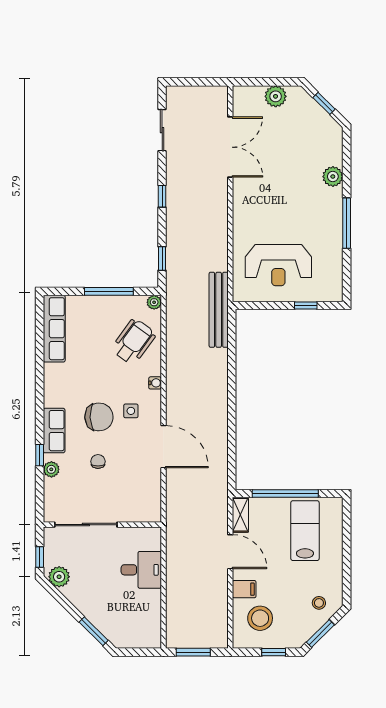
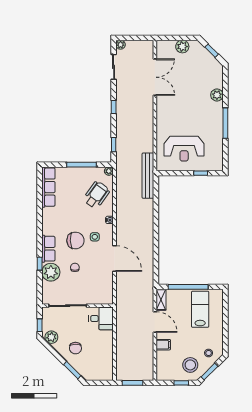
plant: (173, 93) -> (121, 45), added
plant: (51, 469) -> (51, 272), width x1.87, depth x1.87
desk: (141, 570) -> (101, 319), moved
chair: (99, 595) -> (75, 348), added
stool: (260, 618) -> (190, 365), moved

